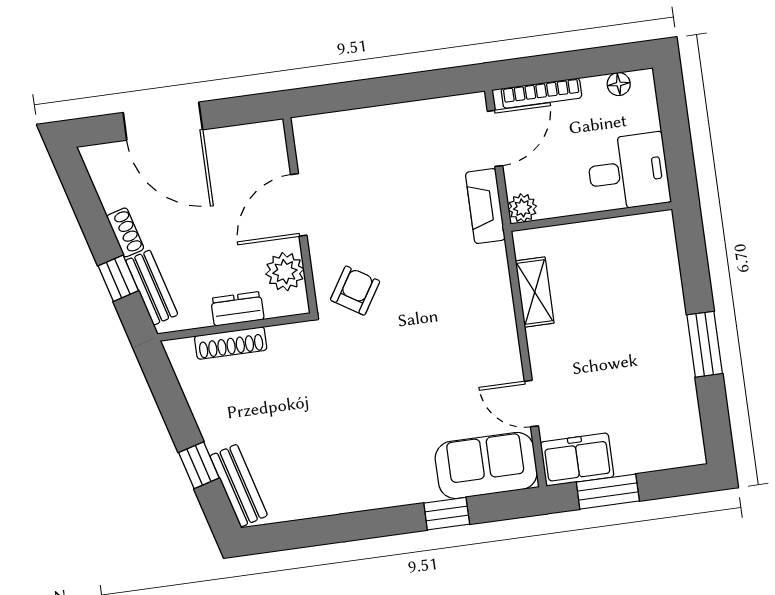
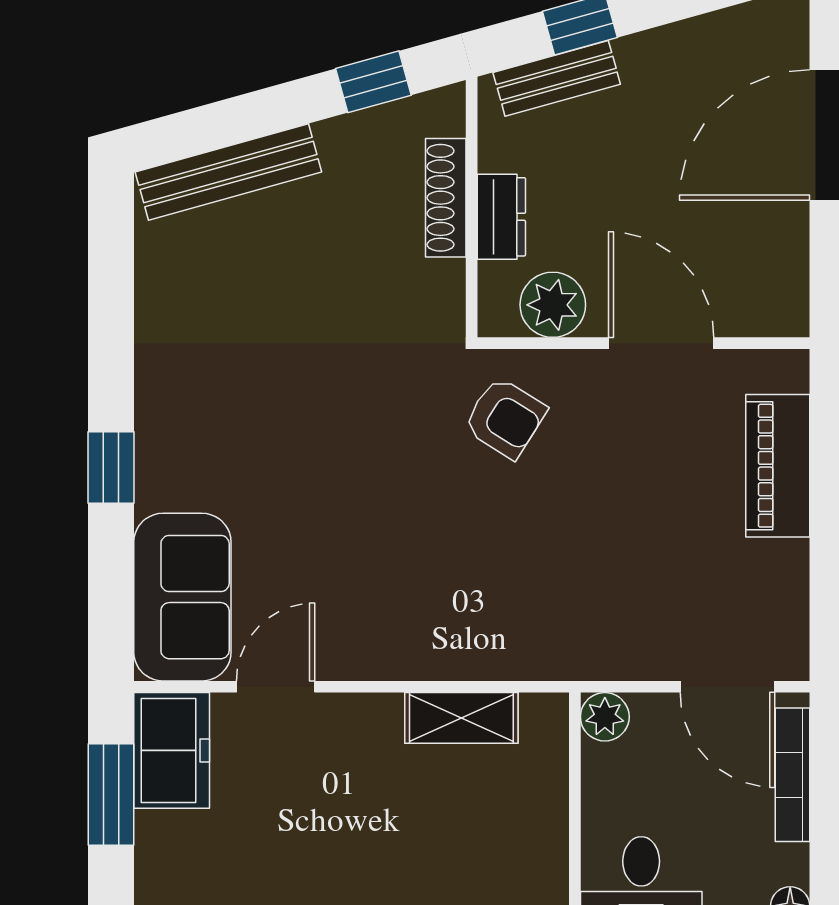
piano: (361, 127) -> (778, 466), added
fireplace: (485, 206) -> (617, 655), removed
shoe rack: (125, 232) -> (655, 47), removed
window: (199, 465) -> (373, 82), moved
bench: (239, 486) -> (228, 172), width x1.36
window: (447, 514) -> (111, 467), moved

